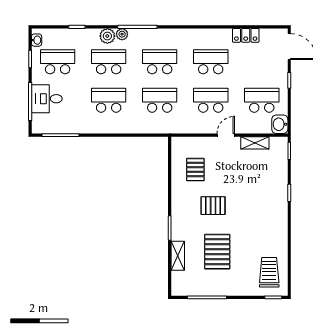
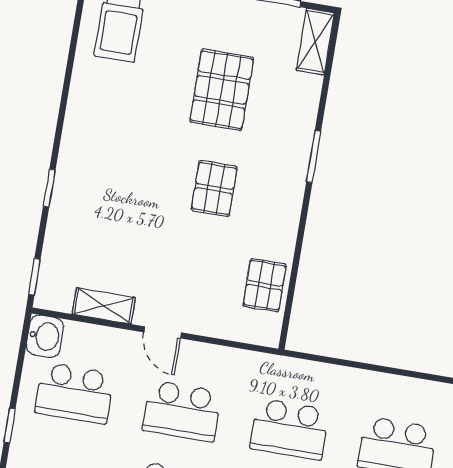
door: (226, 135) -> (162, 332), hinge flipped
pallet: (195, 170) -> (265, 285), moved
pallet: (213, 206) -> (214, 188), turned 90
shelving: (178, 256) -> (315, 42), moved

